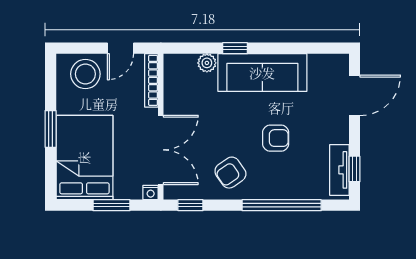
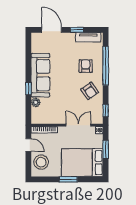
armchair: (276, 138) -> (86, 66), moved
double door: (161, 150) -> (78, 125), width x0.73
window: (354, 169) -> (77, 30), moved

